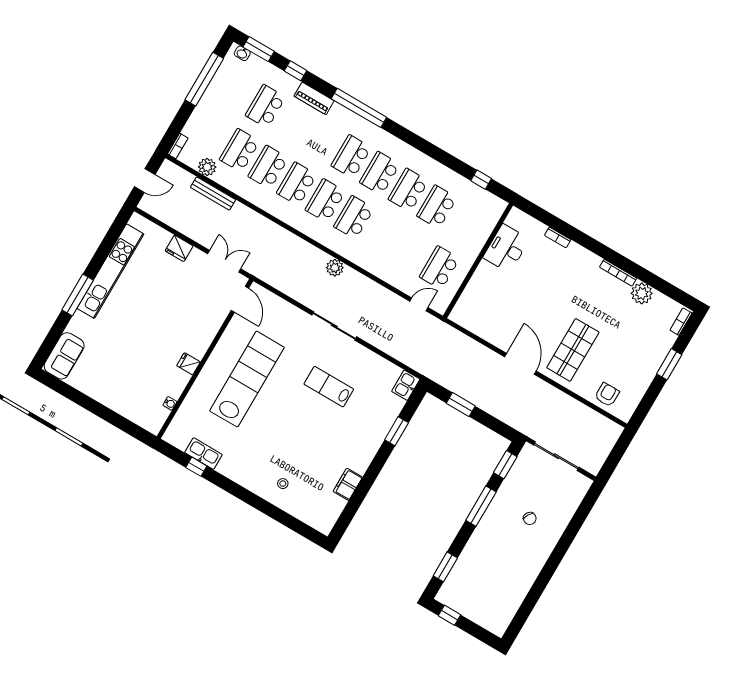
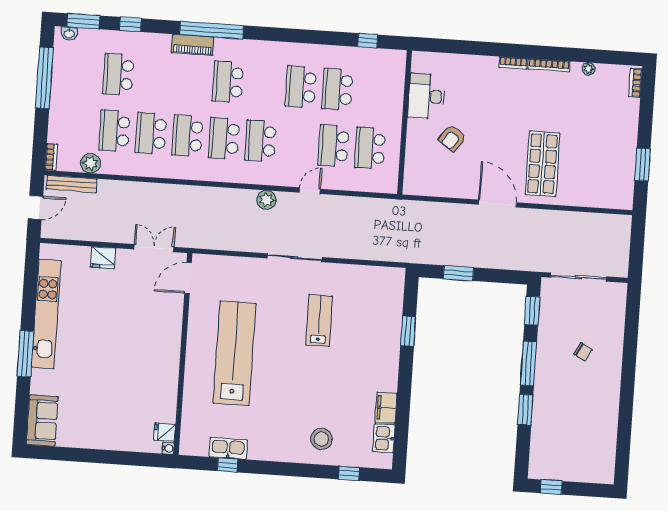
piano: (314, 98) -> (193, 45), moved
school desk: (380, 173) -> (333, 146), moved
bench: (213, 194) -> (72, 184), moved
bookcase: (558, 237) -> (513, 63), moved
plant: (642, 293) -> (589, 69), width x0.53, depth x0.53
door: (240, 299) -> (188, 278), swing flipped
door: (419, 304) -> (310, 191), moved
fridge: (188, 364) -> (165, 432), moved
window: (669, 364) -> (642, 164), moved
kitchen sink: (406, 385) -> (384, 438), moved
lab bench: (329, 387) -> (319, 321), turned 90
armchair: (607, 395) -> (452, 138), moved, turned -145
water cooler: (170, 403) -> (168, 448), moved
stool: (283, 484) -> (321, 439), width x1.89, depth x1.89
window: (291, 522) -> (349, 473), added
window: (445, 567) -> (525, 410), moved

